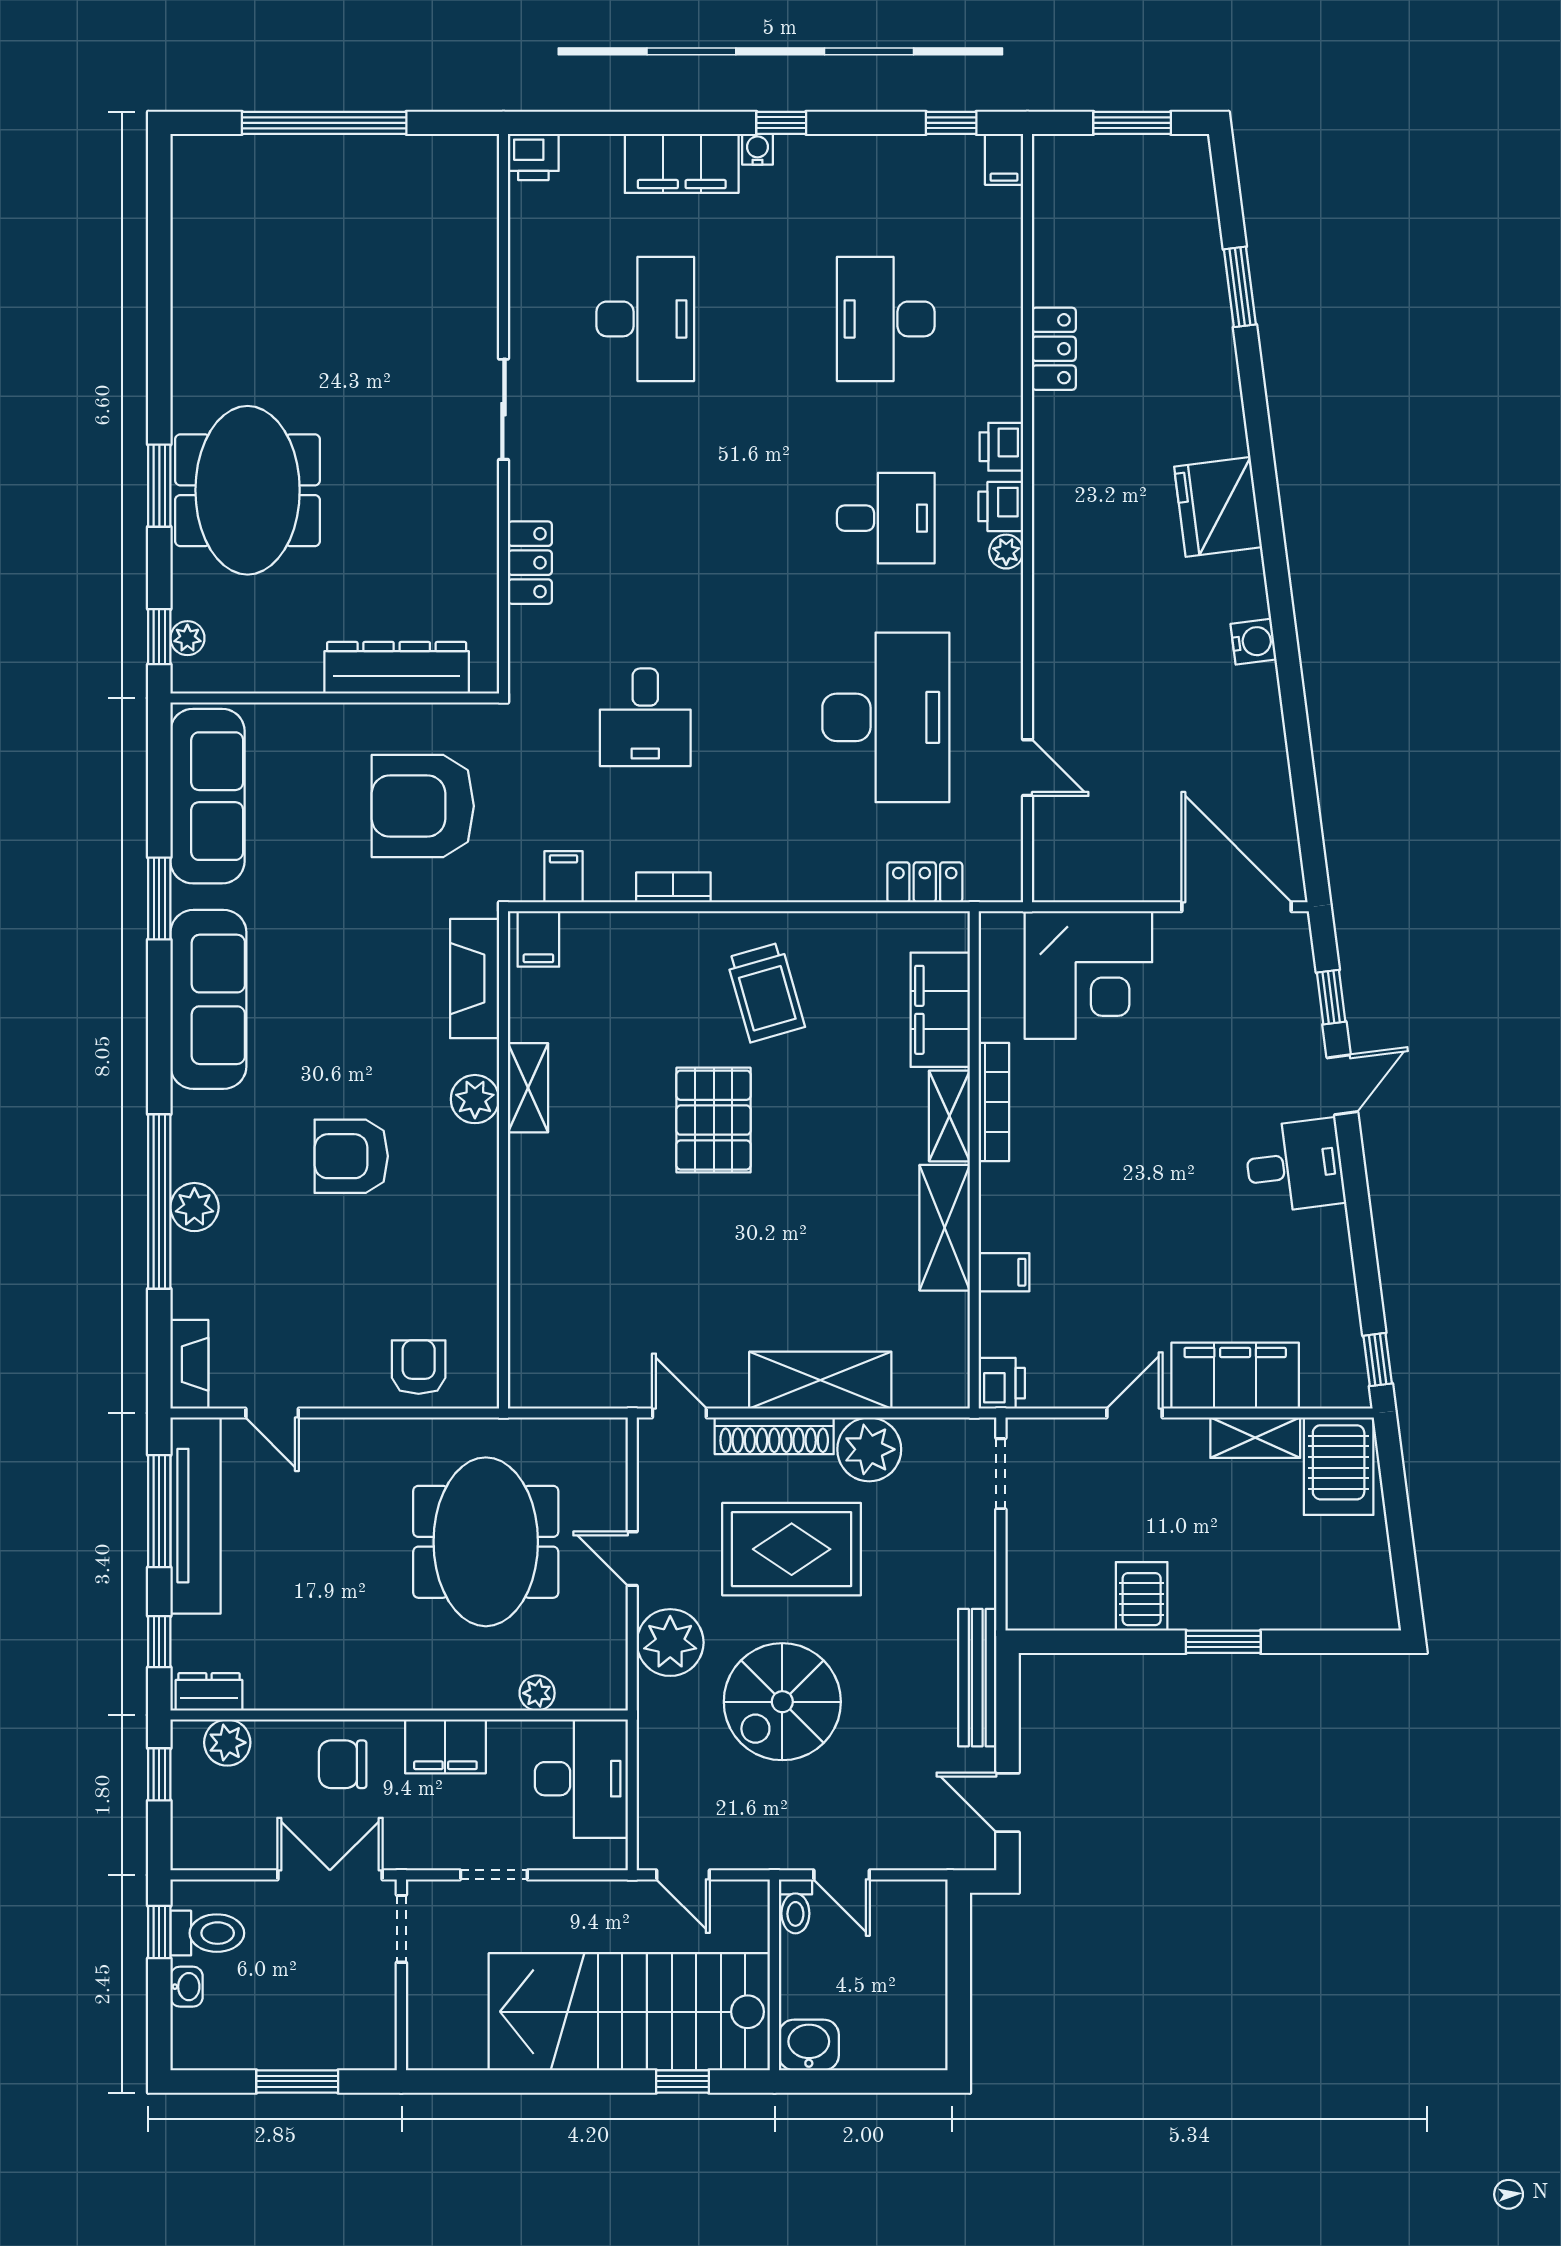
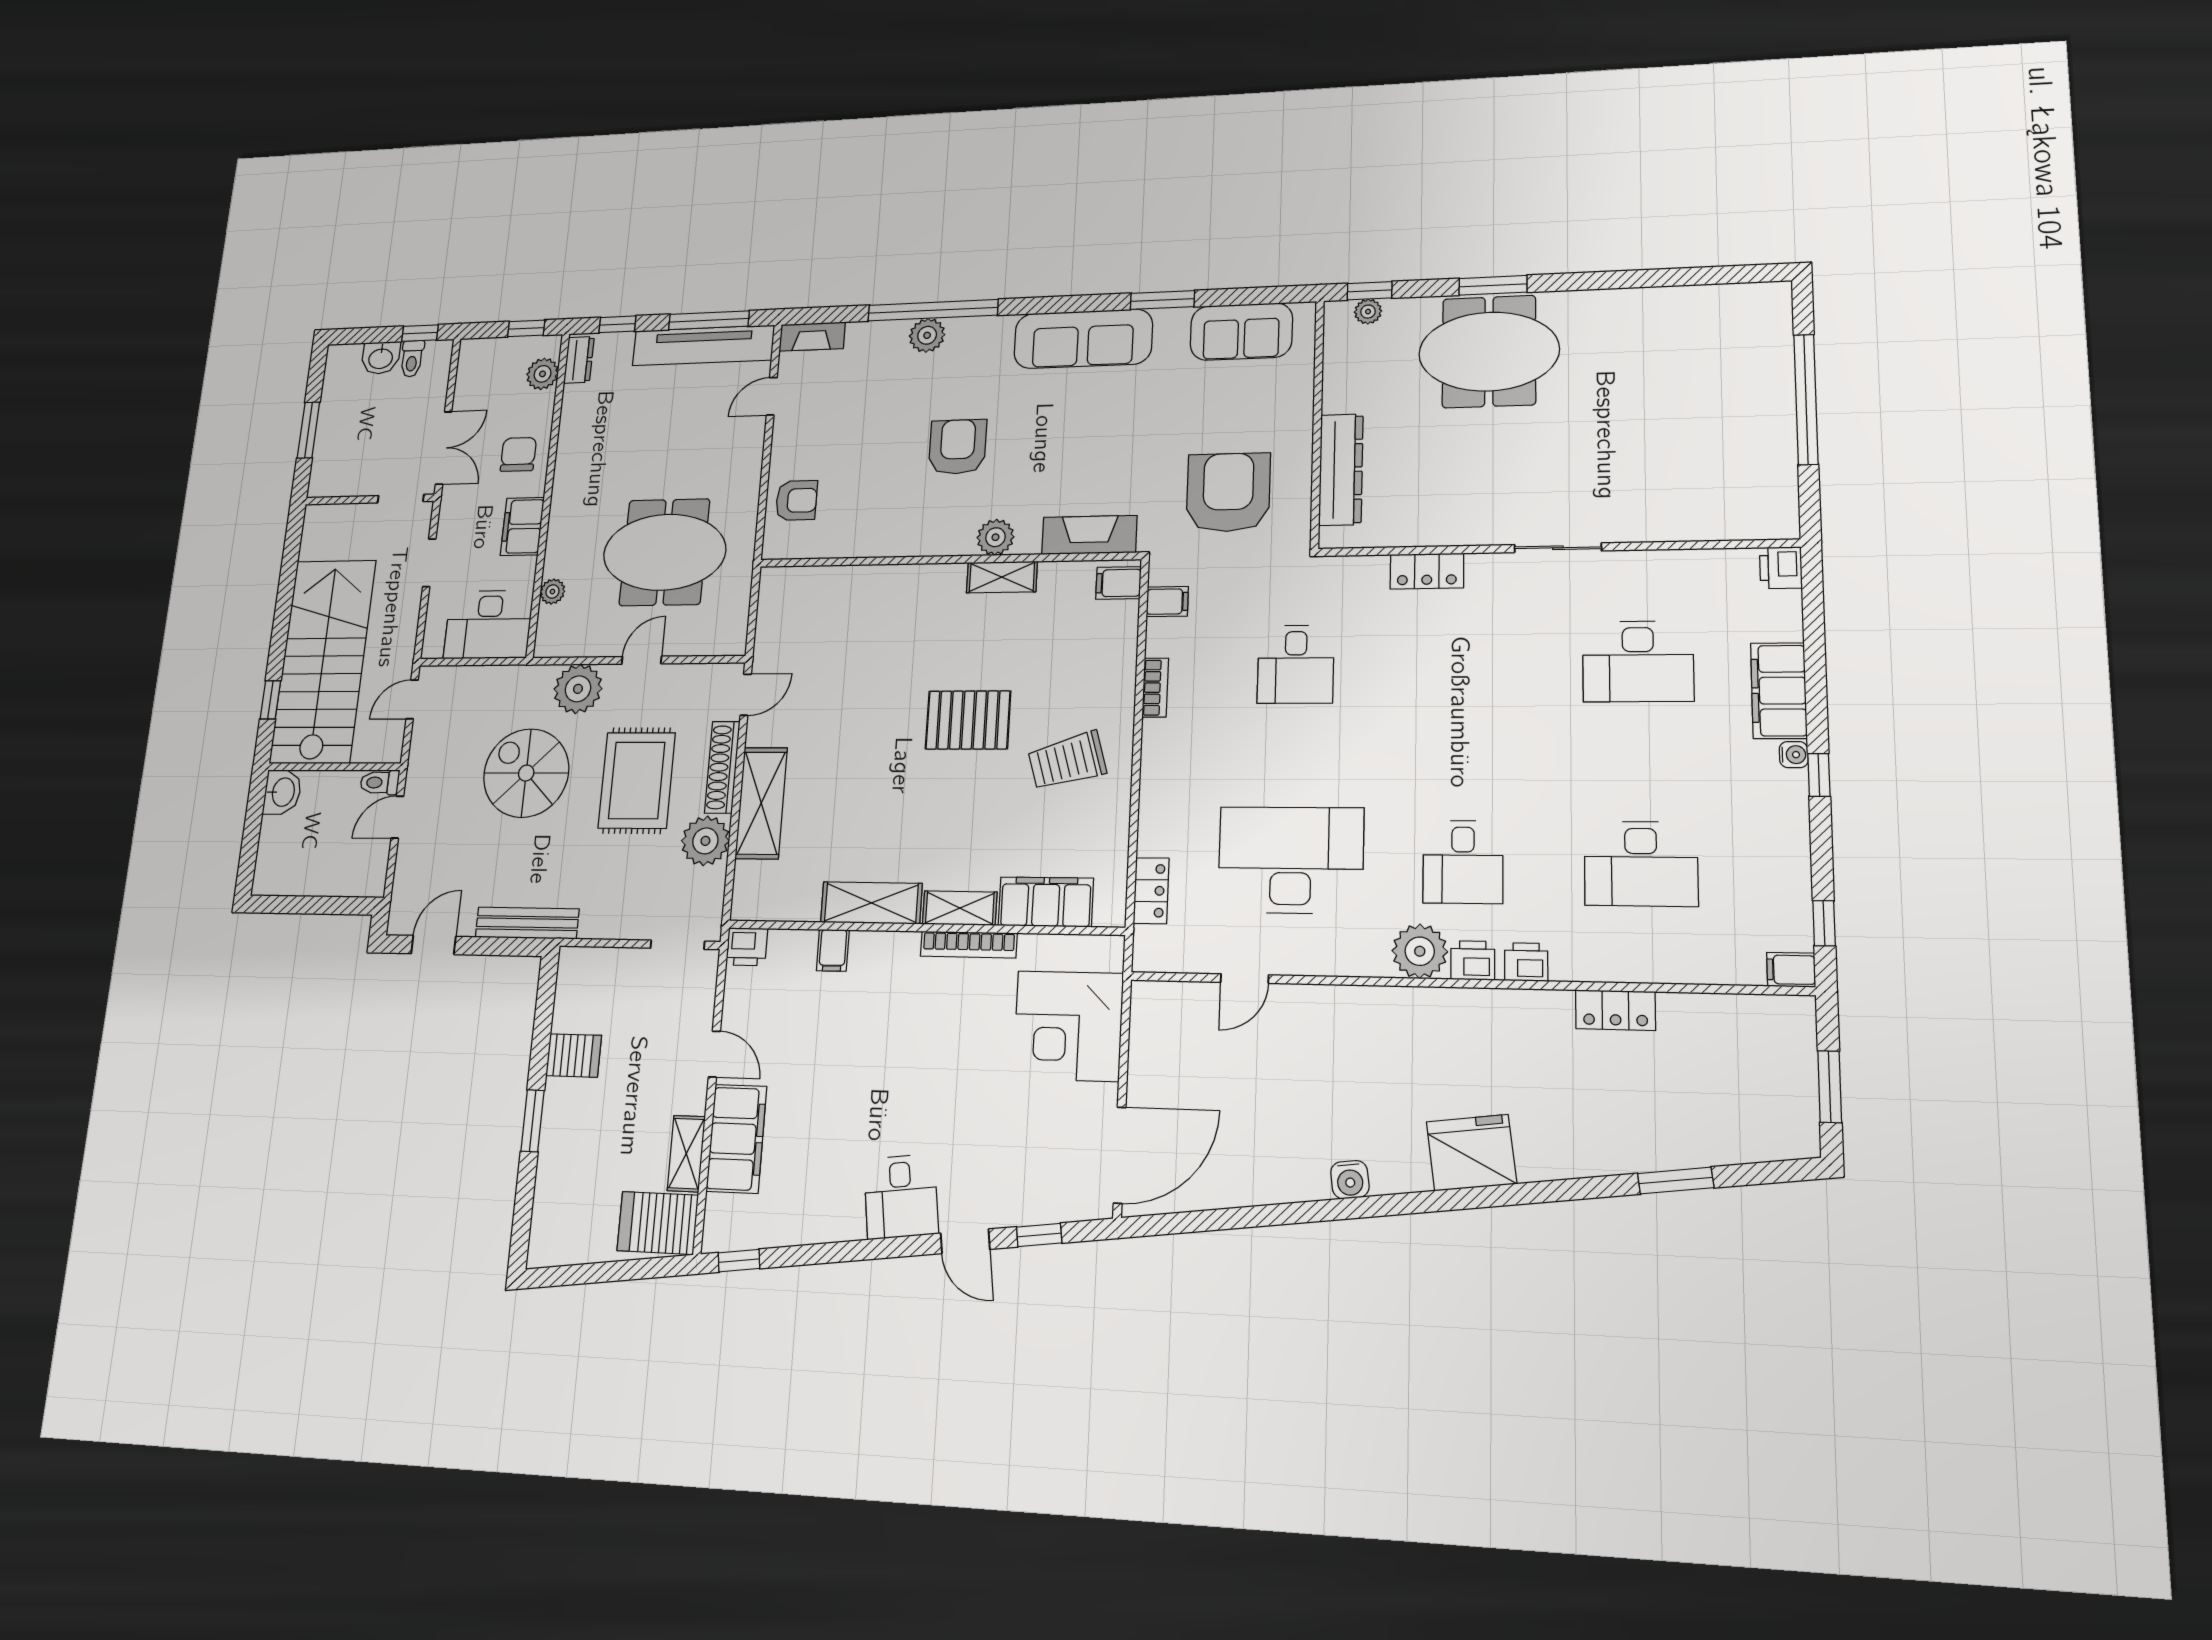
desk: (886, 319) -> (1641, 864), turned 180
plant: (1006, 552) -> (1420, 951), width x1.88, depth x1.88
desk: (645, 717) -> (1296, 664), turned -90
desk: (886, 717) -> (1291, 860), turned 180
sofa: (207, 796) -> (1241, 332), width x0.73
toilet: (207, 1933) -> (412, 359), width x0.73, depth x0.72
washbasin: (187, 1987) -> (381, 358), width x1.38, depth x1.45

